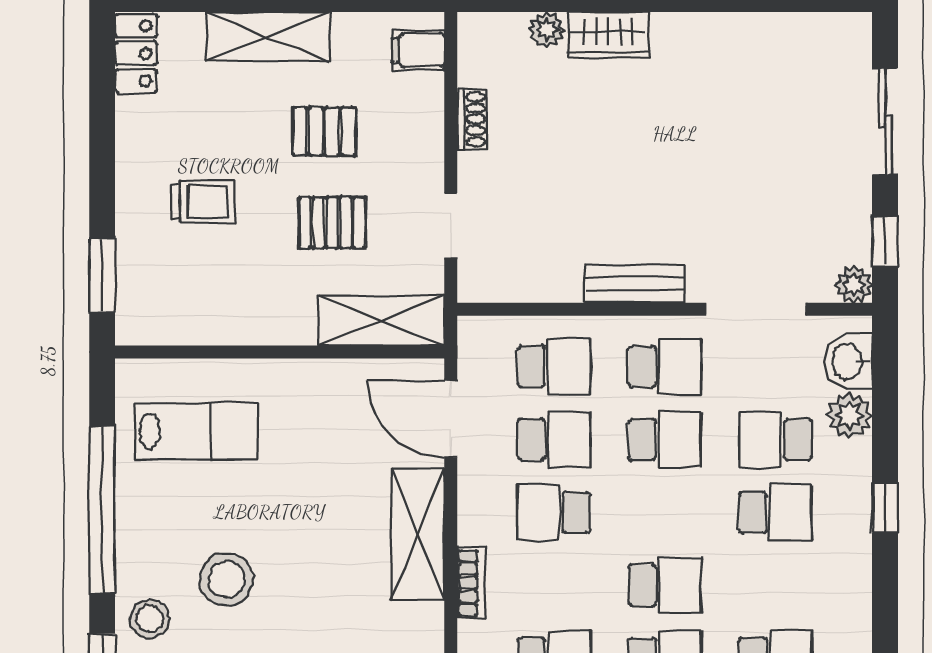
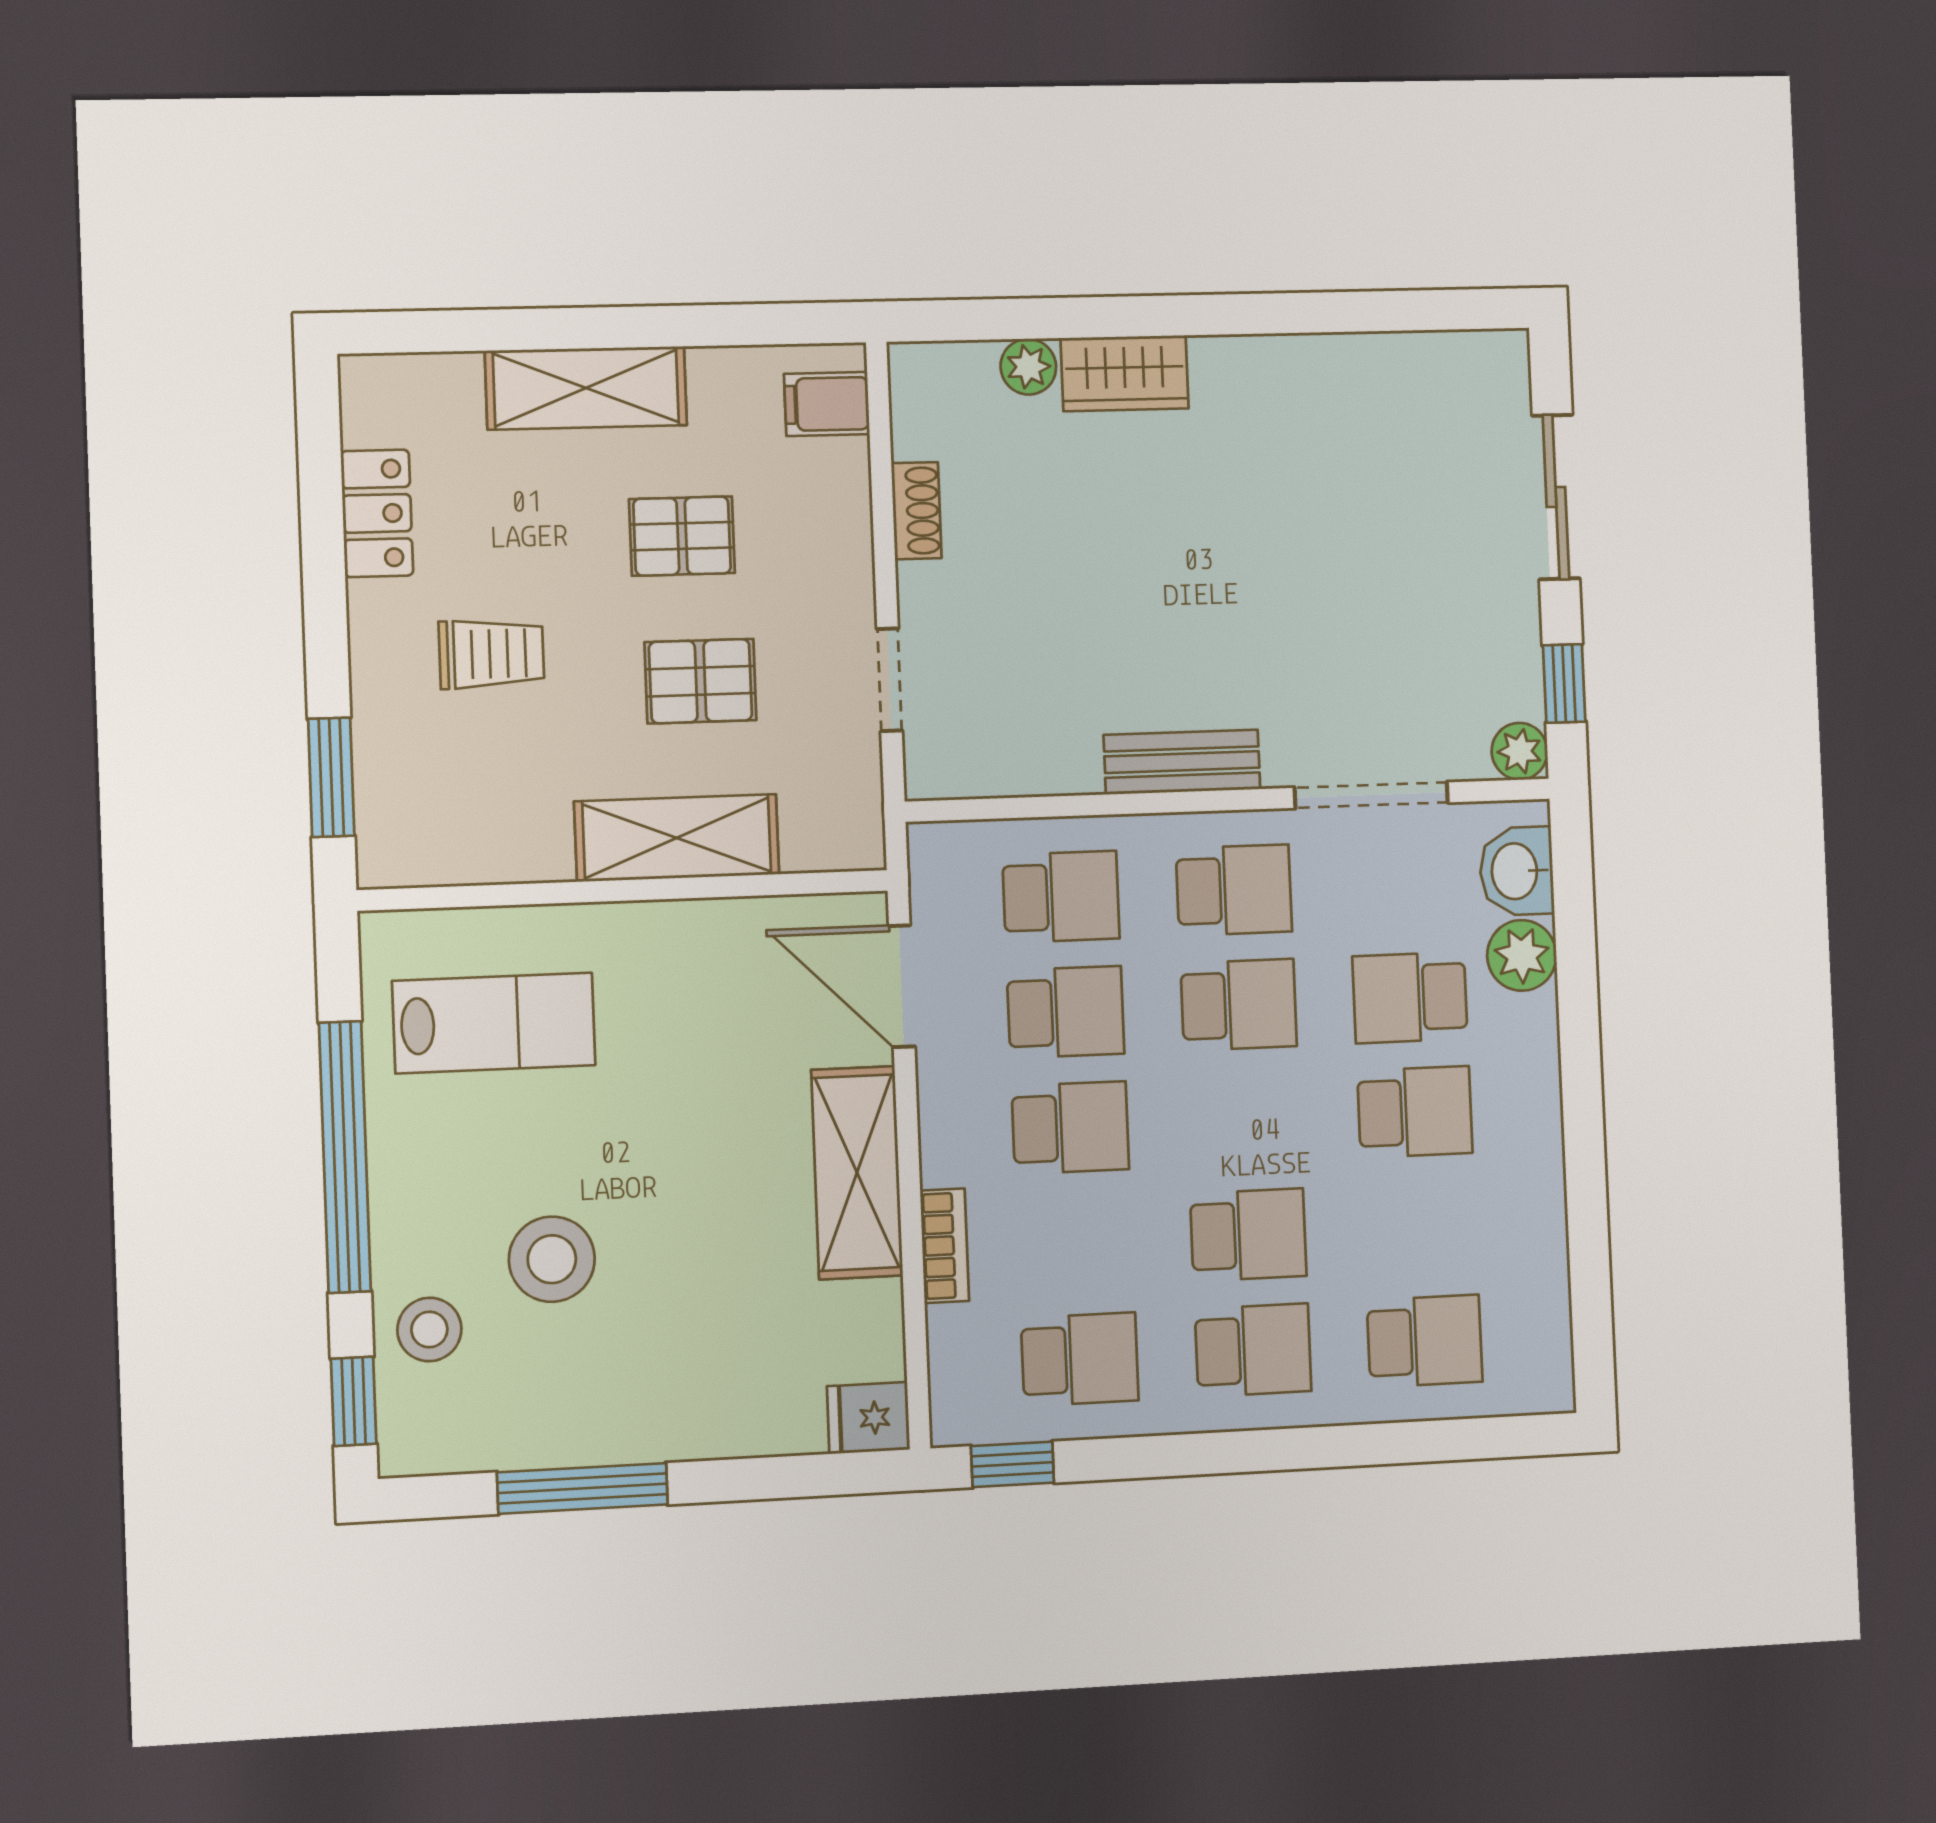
locker: (136, 53) -> (377, 513), moved
shelving: (381, 320) -> (677, 838), moved
window: (885, 508) -> (1582, 1097), removed
school desk: (554, 512) -> (1070, 1128), turned 180

